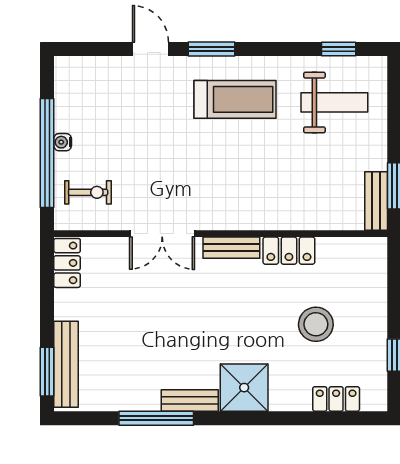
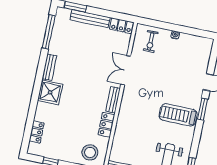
treadmill: (235, 99) -> (178, 115), turned 90
window: (47, 153) -> (172, 27), removed
stool: (316, 324) -> (90, 152), moved
bench: (66, 364) -> (90, 19), moved
window: (156, 418) -> (49, 32), moved

